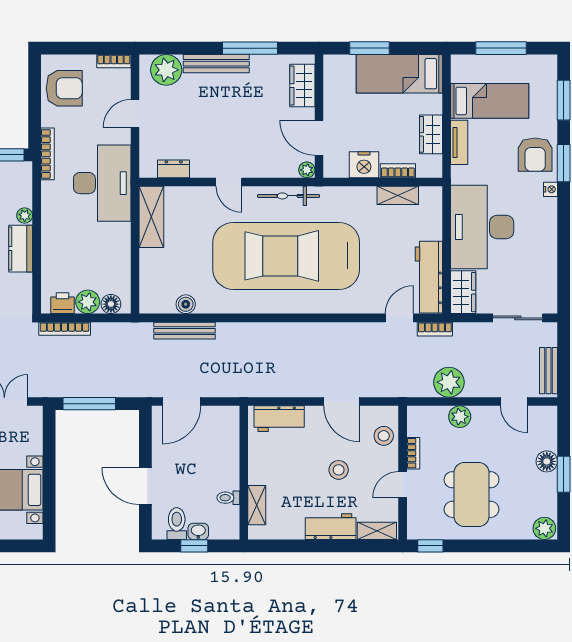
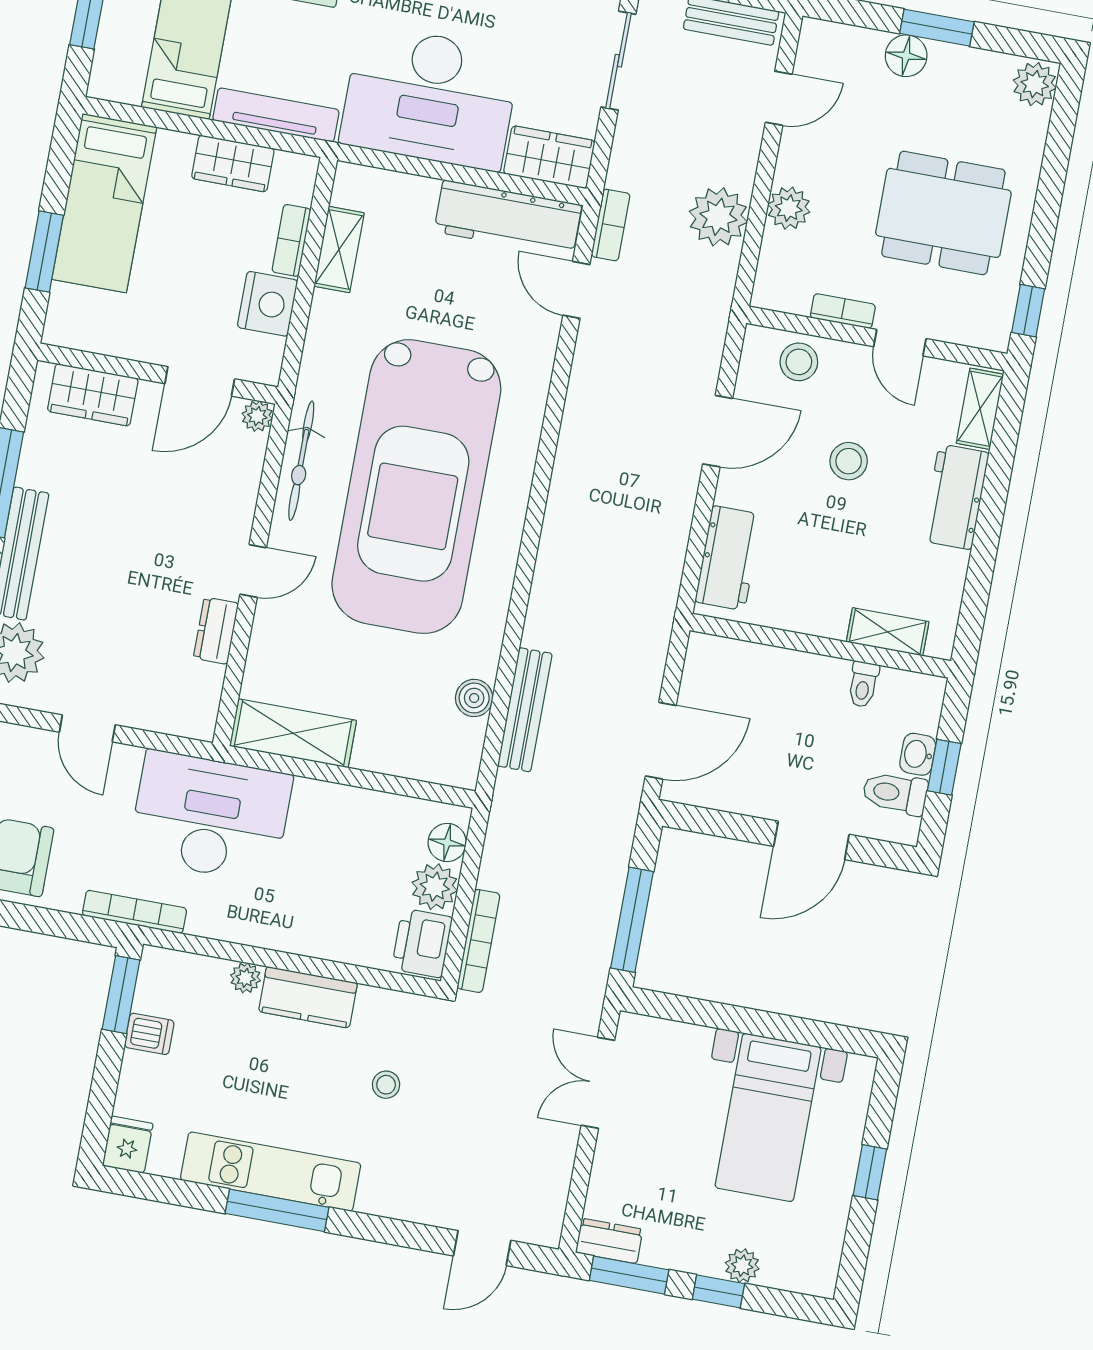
tv unit: (459, 142) -> (276, 115), width x1.41
dresser: (174, 169) -> (216, 631), moved
printer: (62, 303) -> (422, 943), width x1.36, depth x1.24
door: (181, 402) -> (661, 741), hinge flipped

